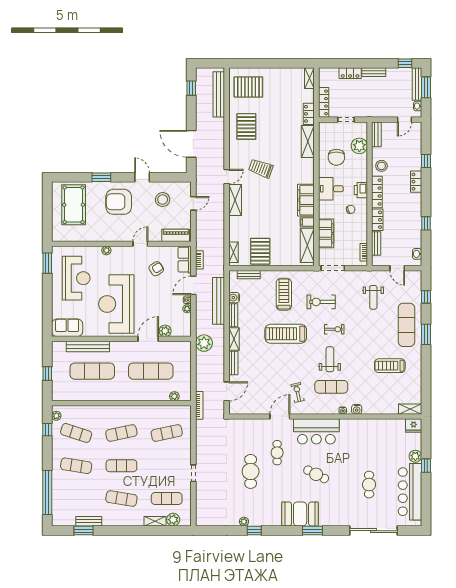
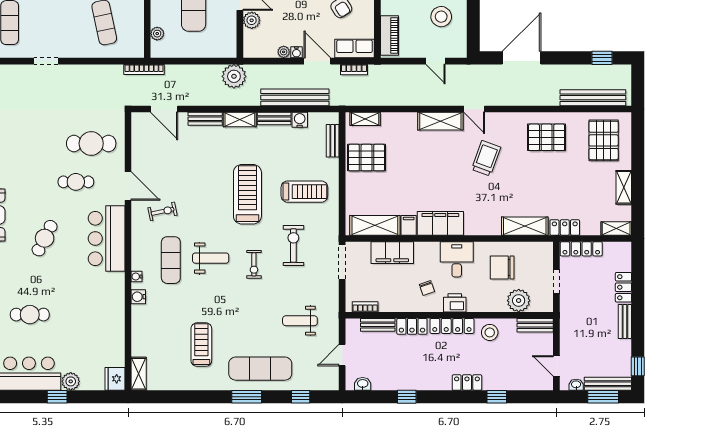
shelving: (281, 73) -> (624, 187), added
cafe table: (251, 471) -> (91, 143), moved

